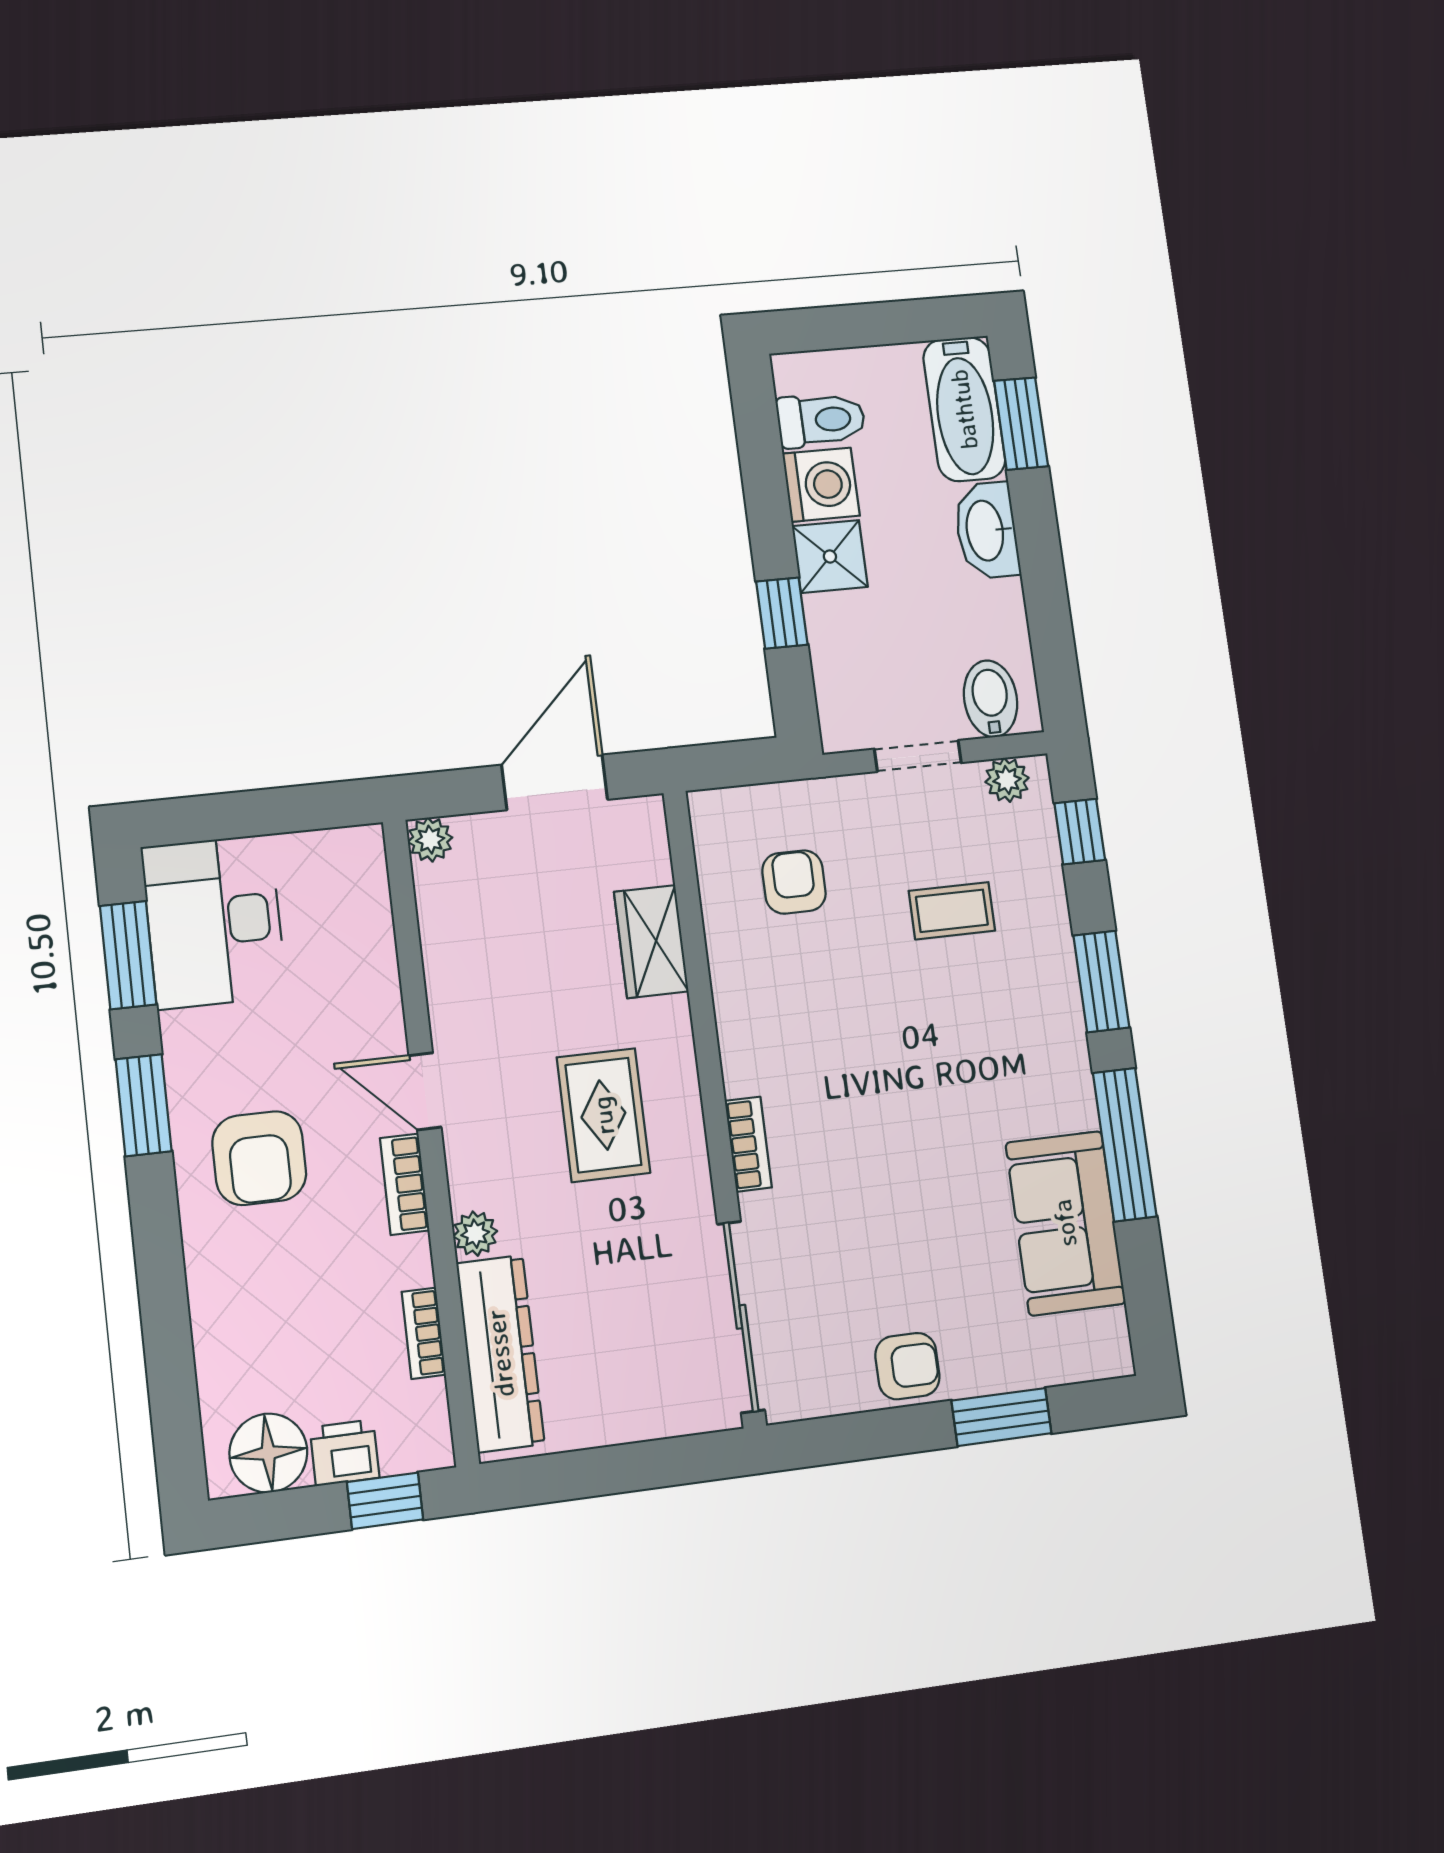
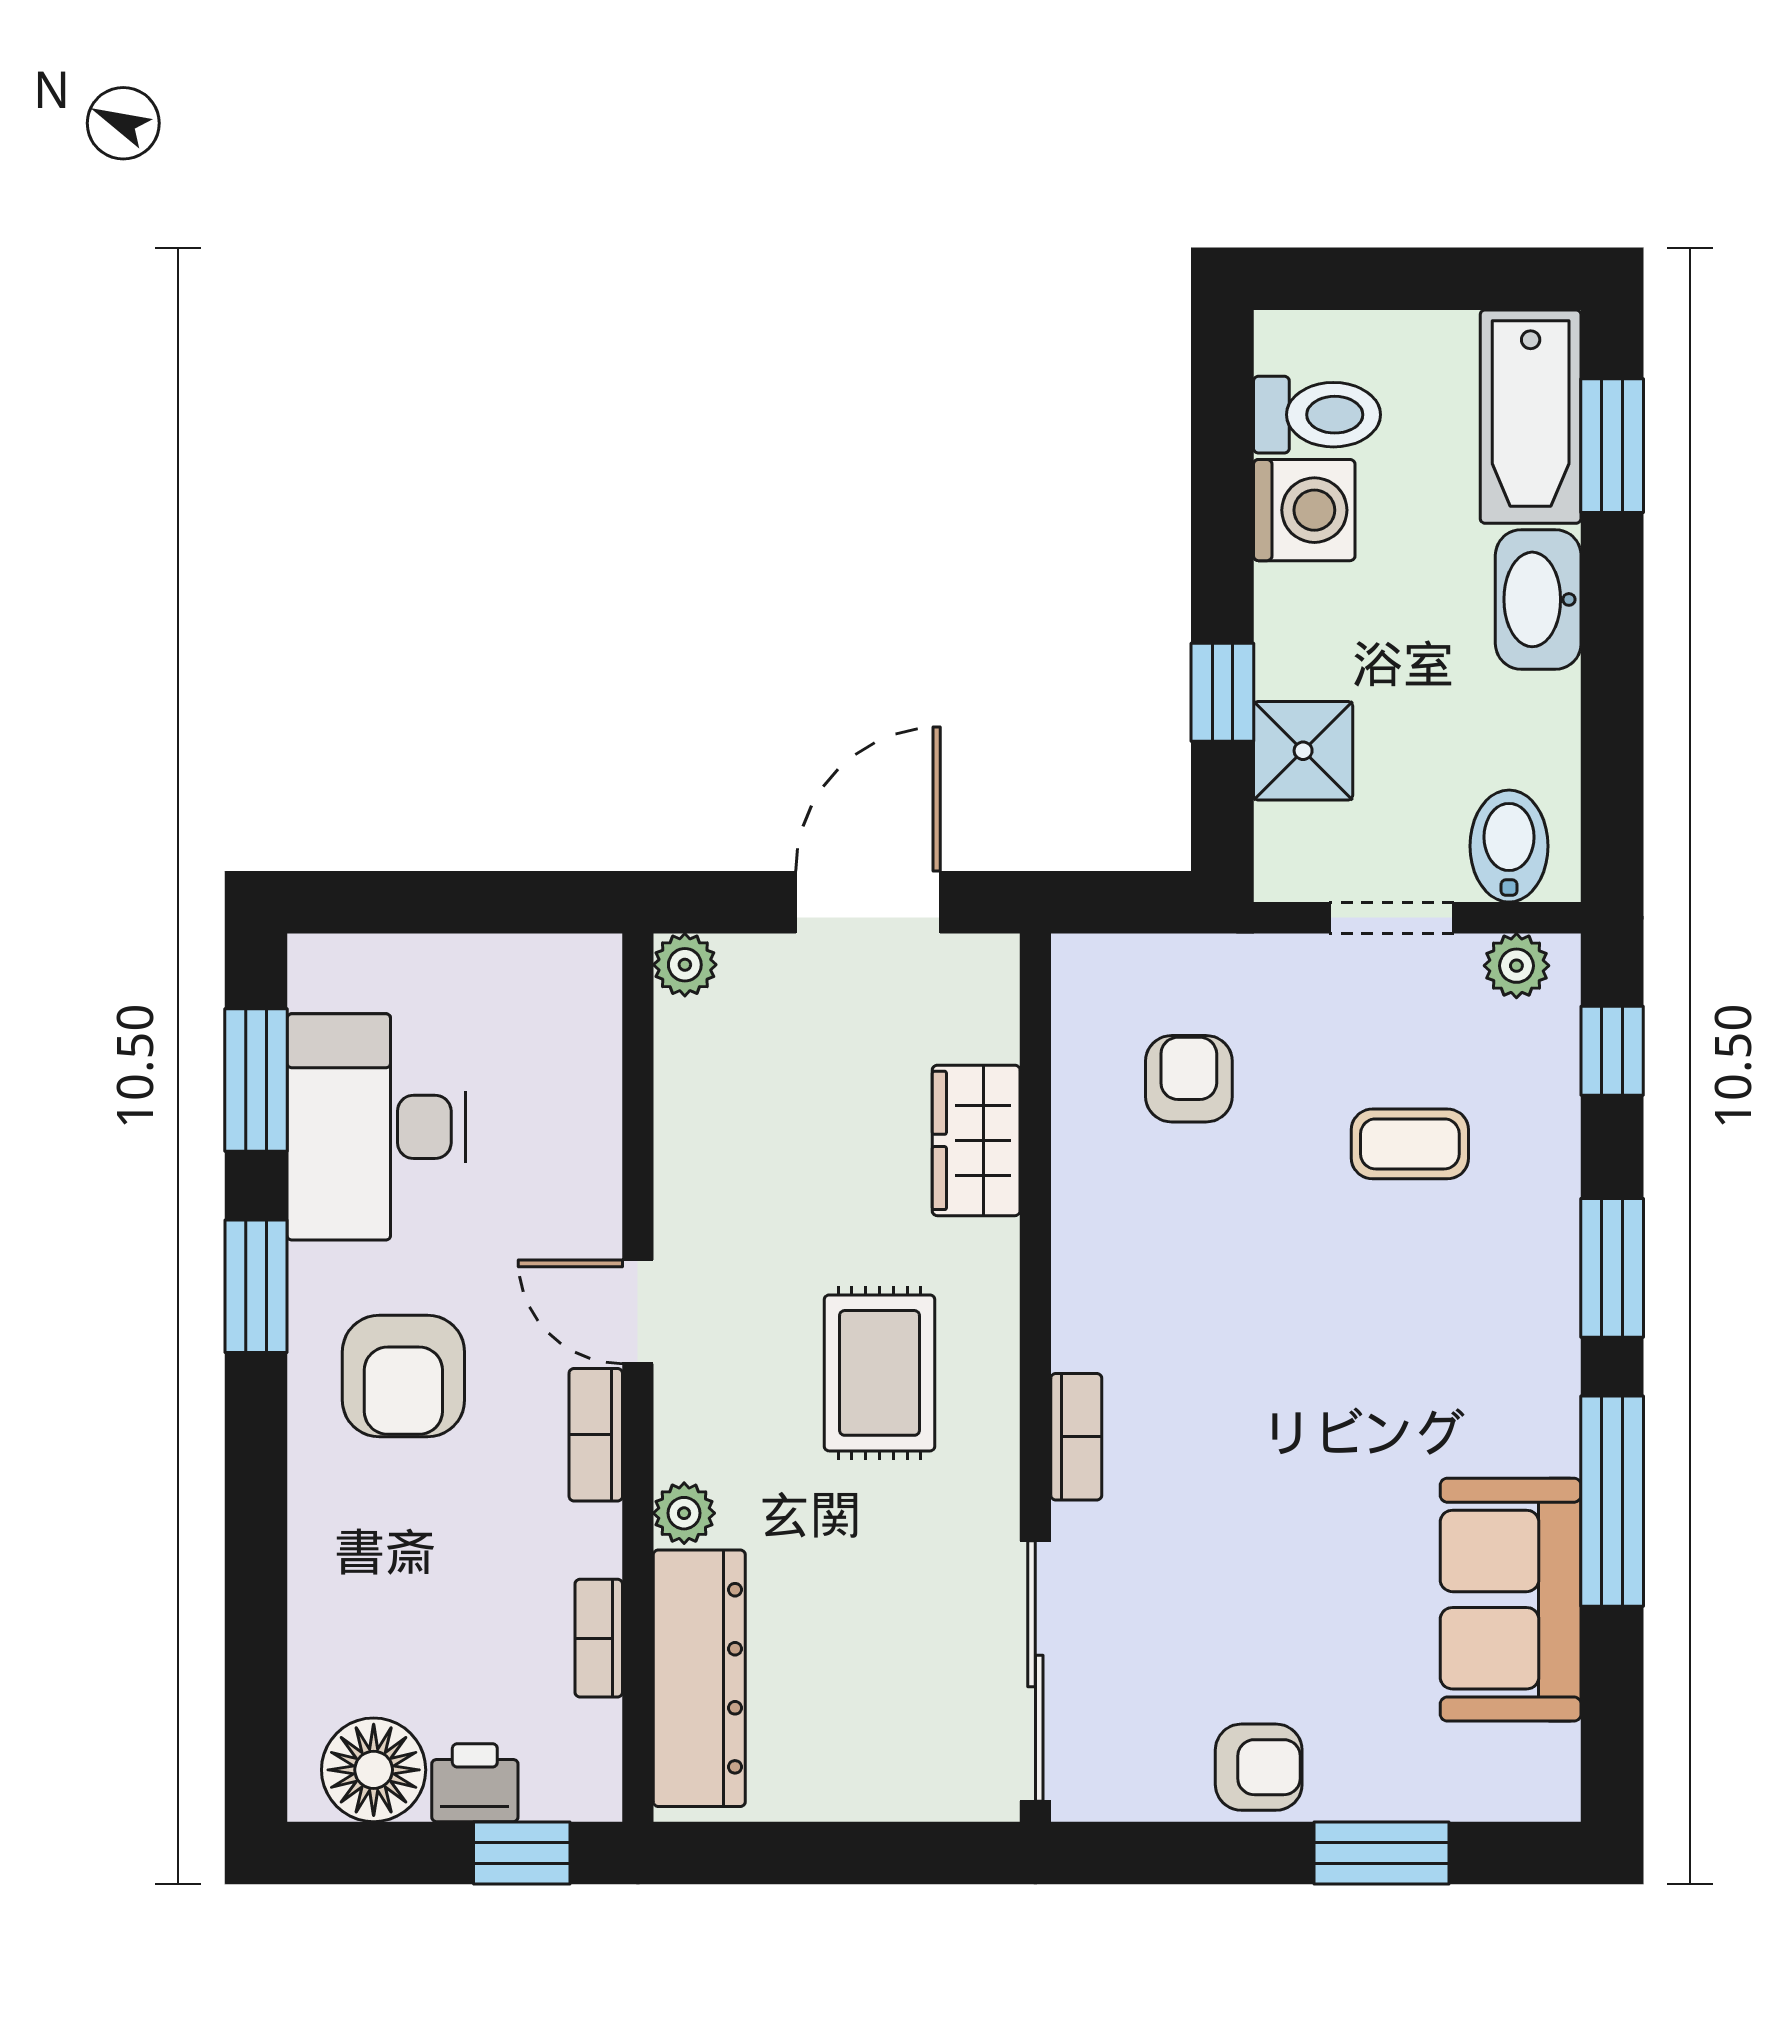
shower: (830, 556) -> (1303, 751), moved
desk: (214, 922) -> (376, 1127), moved

